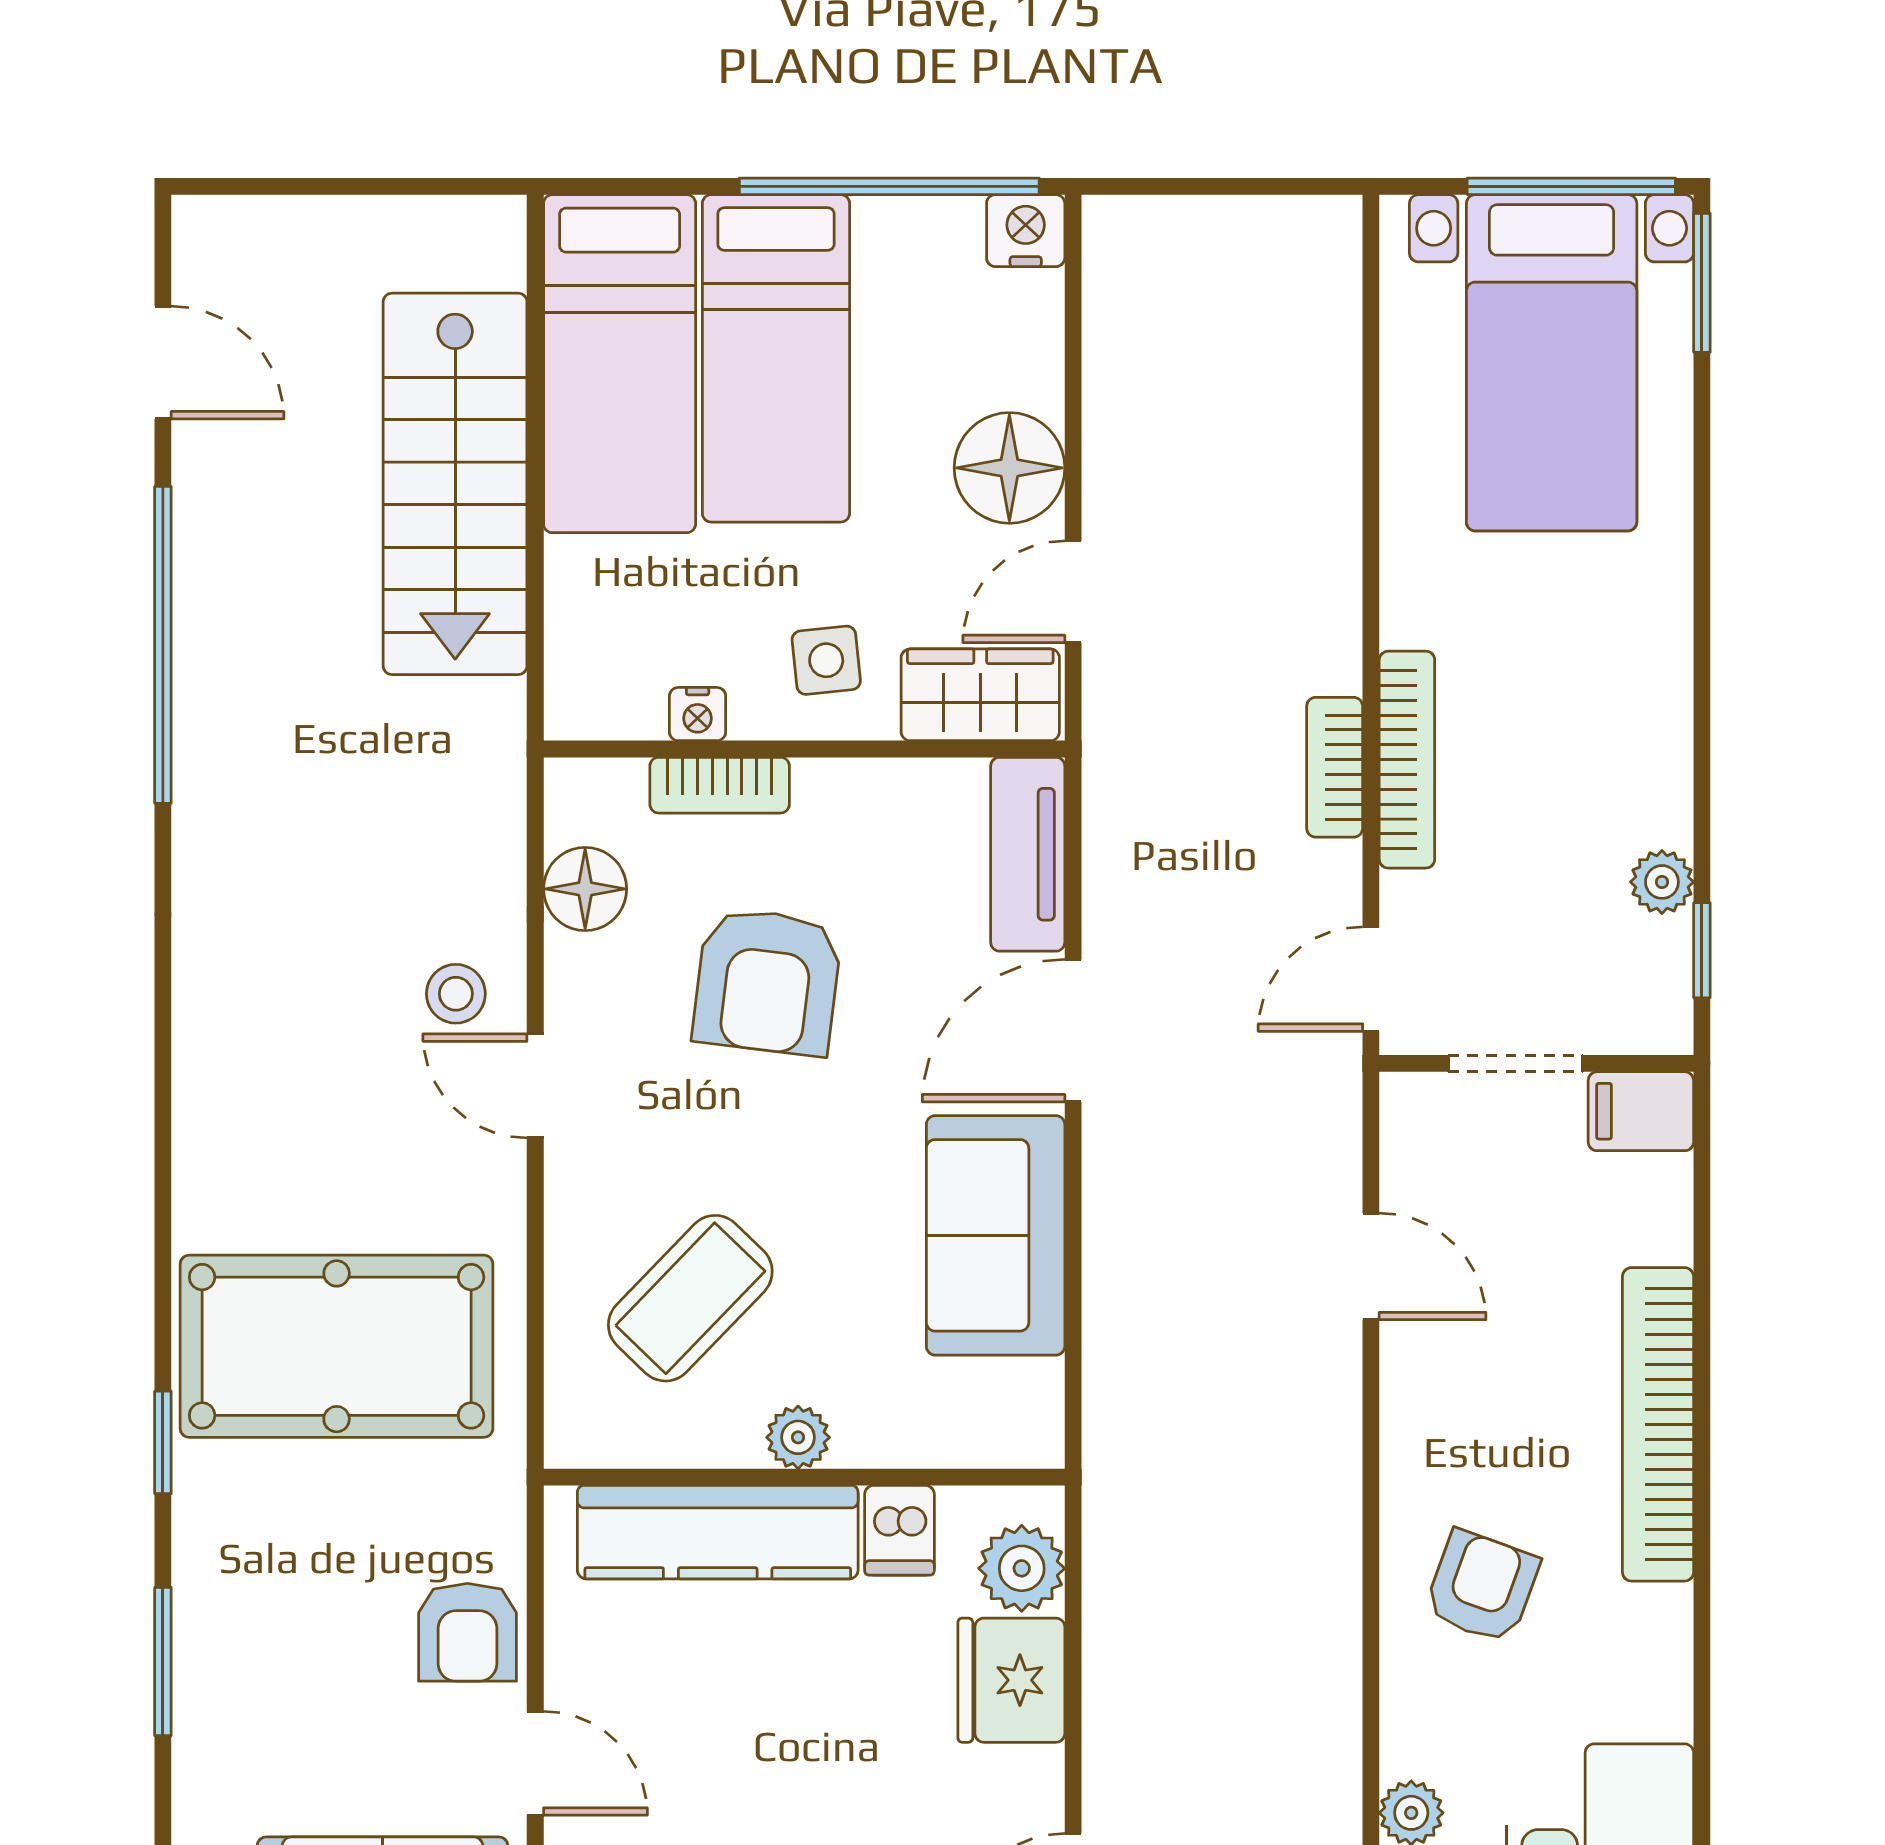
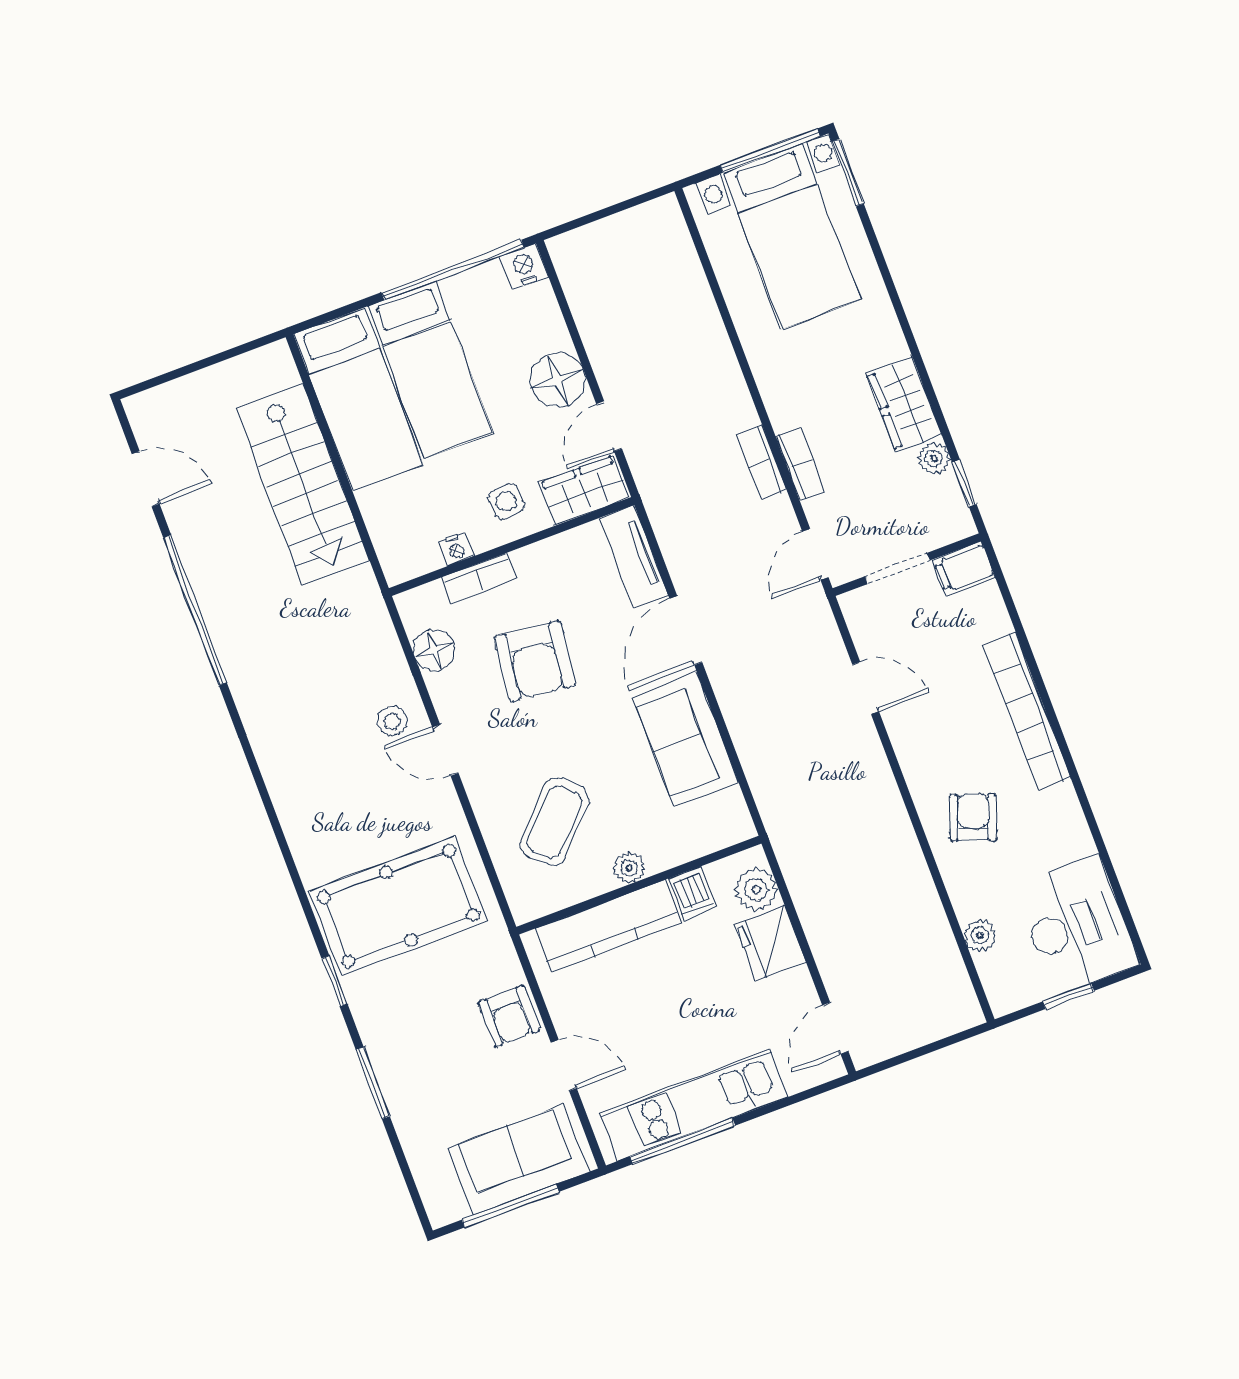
wardrobe: (1644, 759) -> (904, 404), added
bookcase: (1407, 760) -> (801, 464), width x0.64

